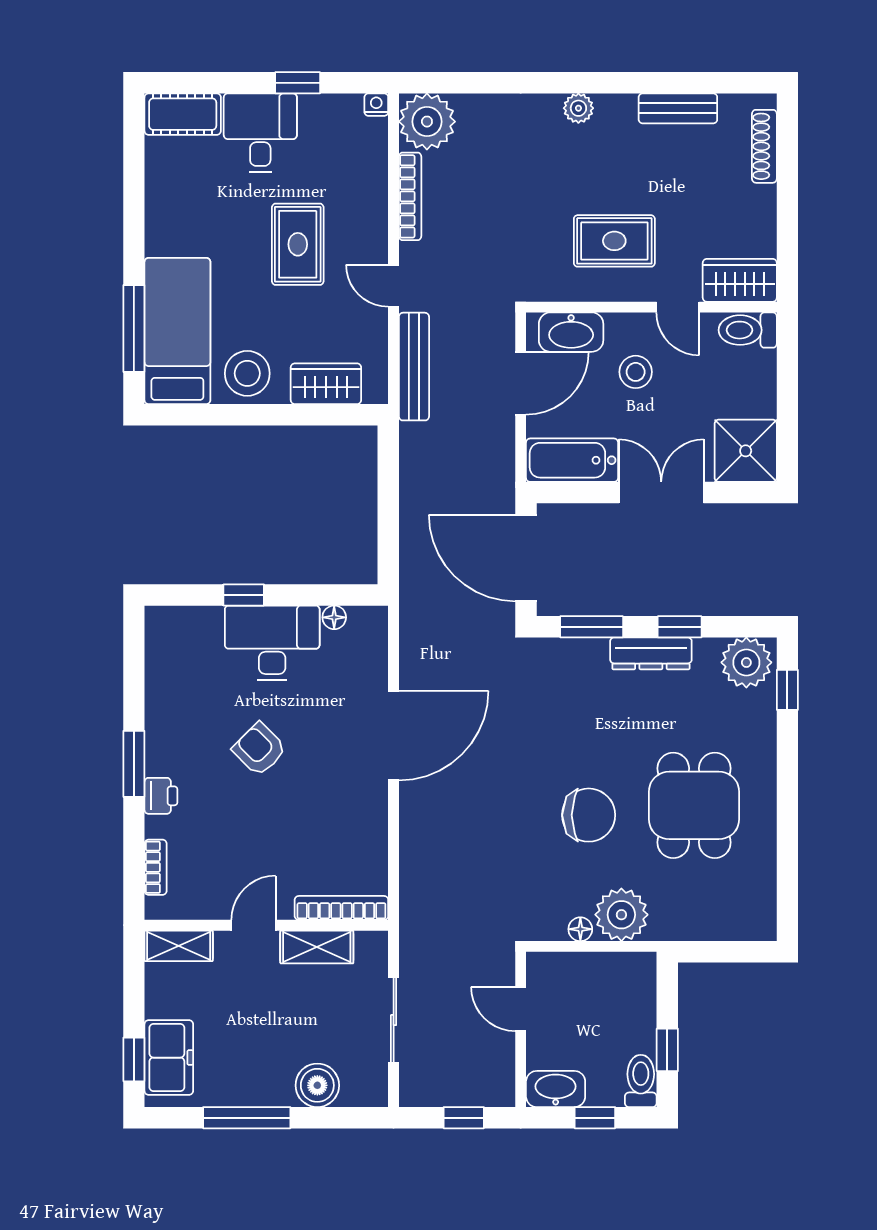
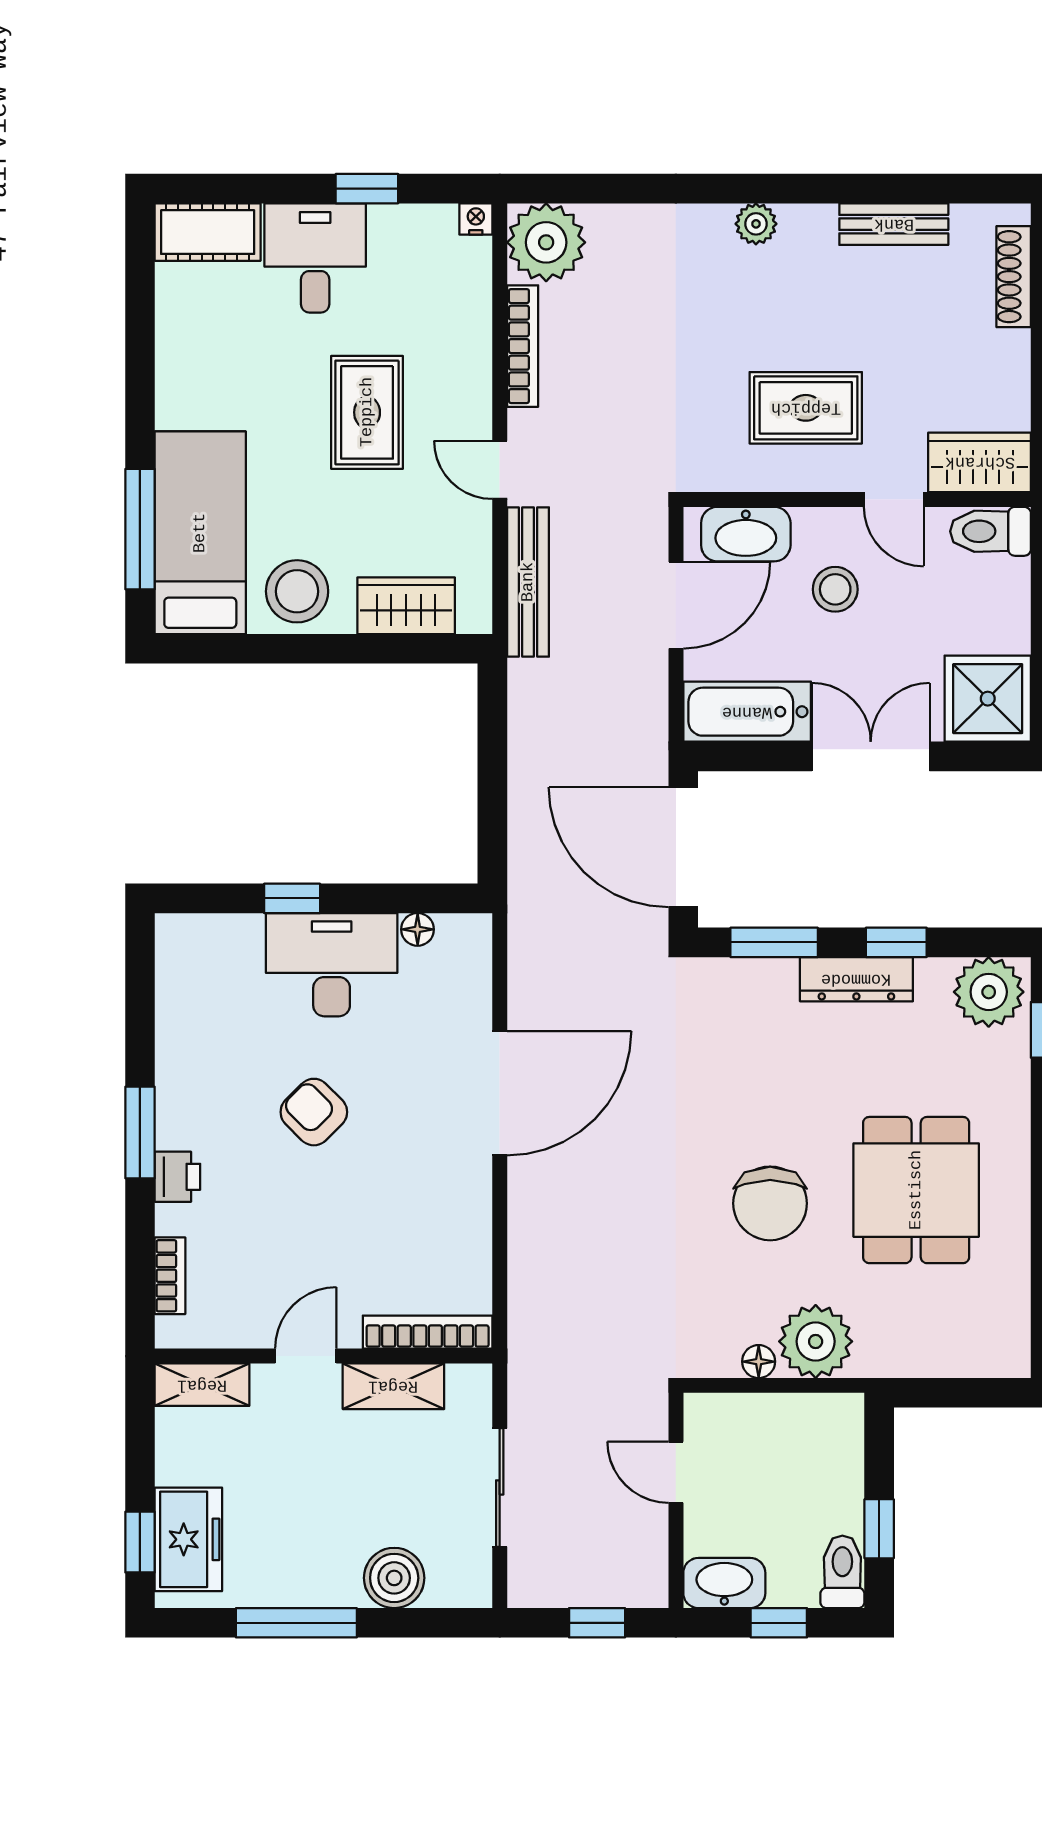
chair: (589, 815) -> (770, 1203), turned 90

